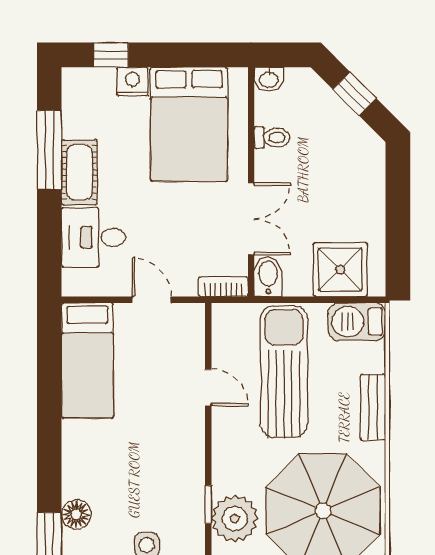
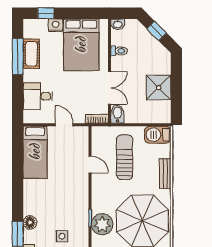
cot: (79, 172) -> (31, 54), moved
shower: (340, 270) -> (159, 88), moved
sun lounger: (284, 371) -> (125, 157), width x0.73, depth x0.75

